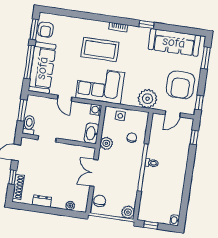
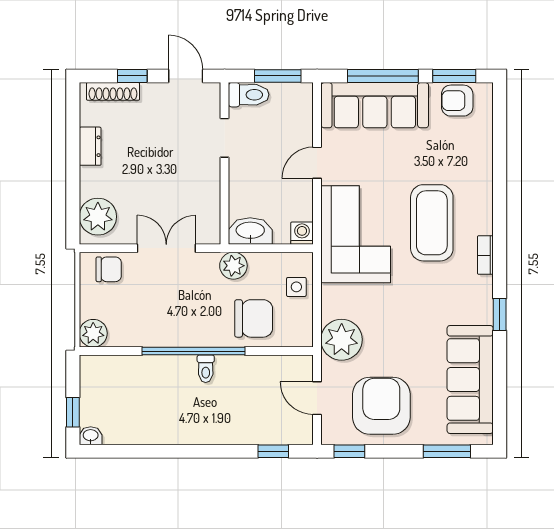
armchair: (180, 85) -> (381, 406), turned 90
chair: (132, 138) -> (254, 318), width x1.87, depth x1.87
plant: (70, 206) -> (98, 217), width x1.88, depth x1.88
window: (151, 225) -> (73, 412), moved

